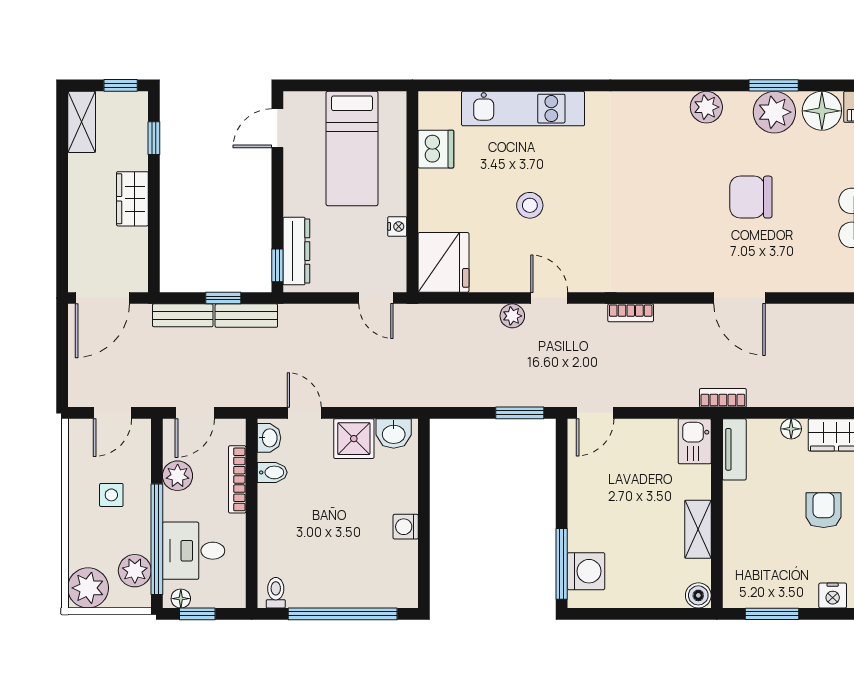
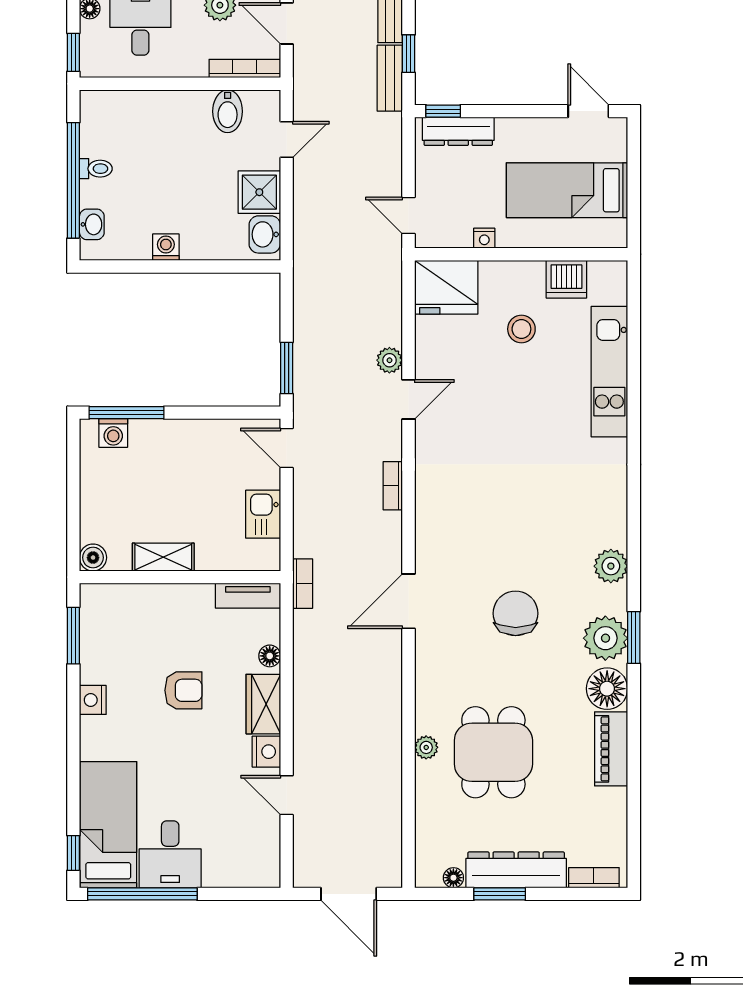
stool: (530, 205) -> (521, 329), moved
door: (376, 298) -> (408, 216), hinge flipped
washbasin: (269, 438) -> (92, 224), moved, turned -90
kitchen sink: (695, 441) -> (263, 514), moved, turned -90
bidet: (272, 472) -> (228, 111), width x1.38, depth x1.36
bookcase: (237, 479) -> (245, 68), moved
washing machine: (586, 571) -> (113, 433), width x0.73, depth x0.73
toilet: (276, 593) -> (96, 169), moved
window: (197, 614) -> (73, 52), moved

